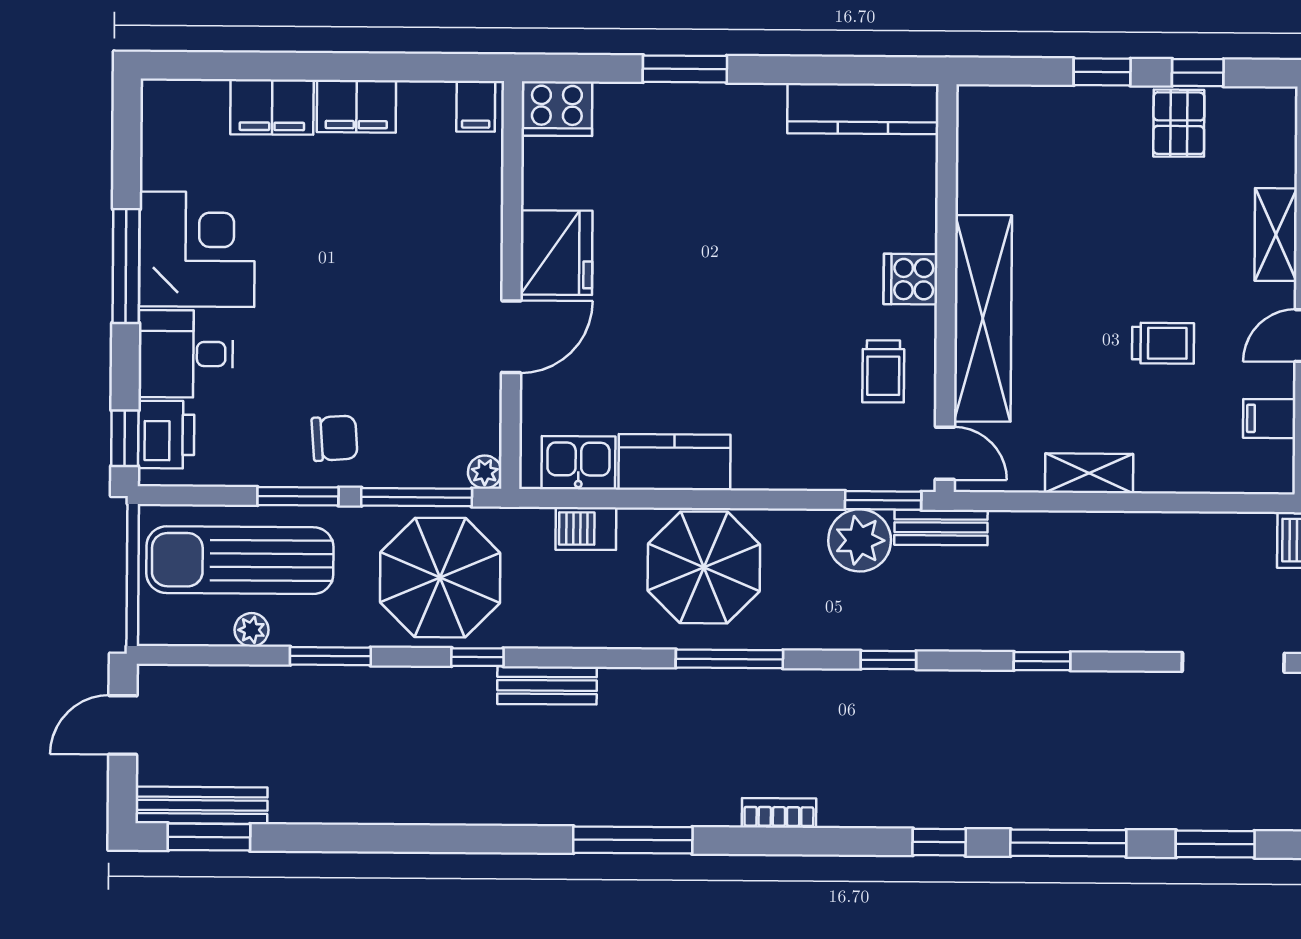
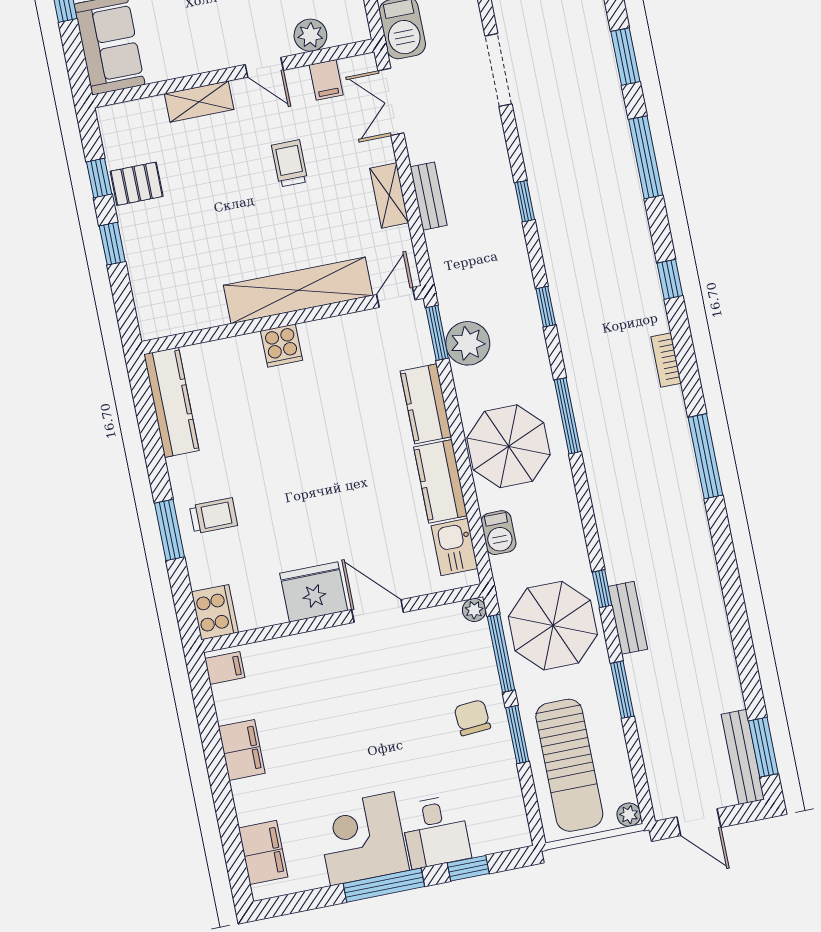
filing cabinet: (272, 107) -> (263, 852), moved
trolley: (883, 371) -> (214, 516), moved
printer: (166, 435) -> (494, 834), removed
window: (125, 438) -> (468, 868), moved
kitchen counter: (787, 464) -> (426, 404), added
double door: (1220, 503) -> (391, 102), added
bench: (941, 527) -> (429, 196), moved
plant: (252, 630) -> (629, 815), moved
bench: (547, 685) -> (628, 618), moved
window: (939, 842) -> (670, 279), moved

